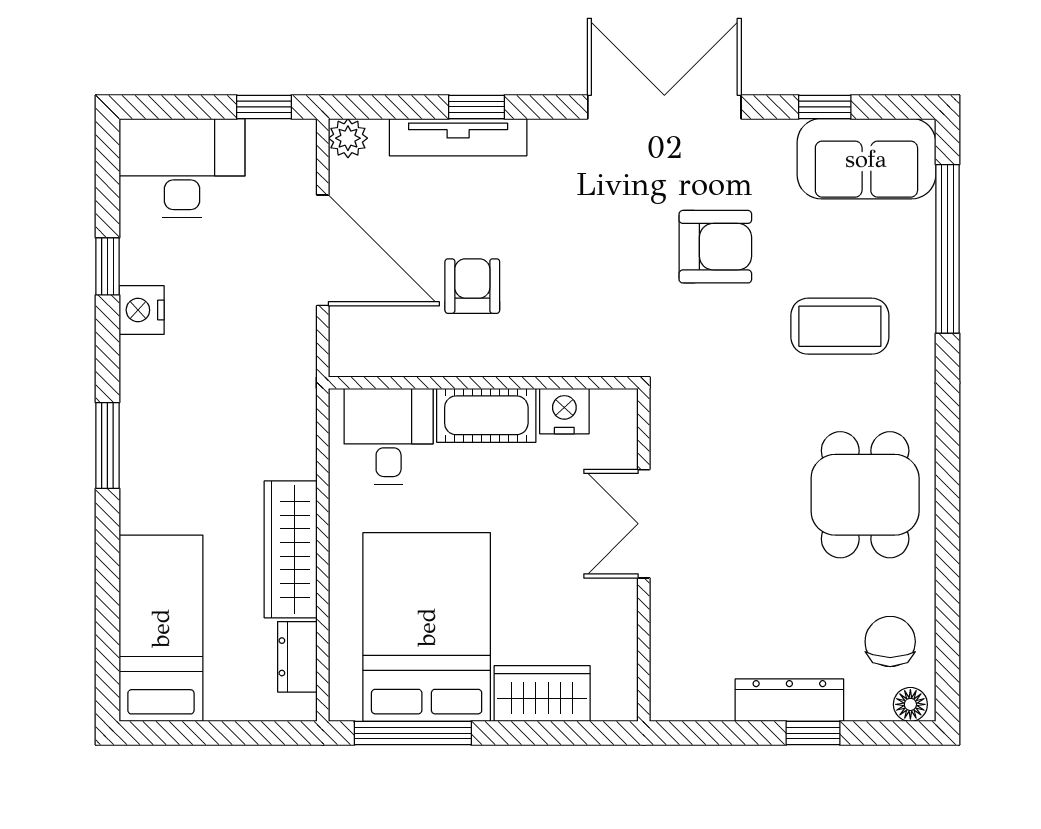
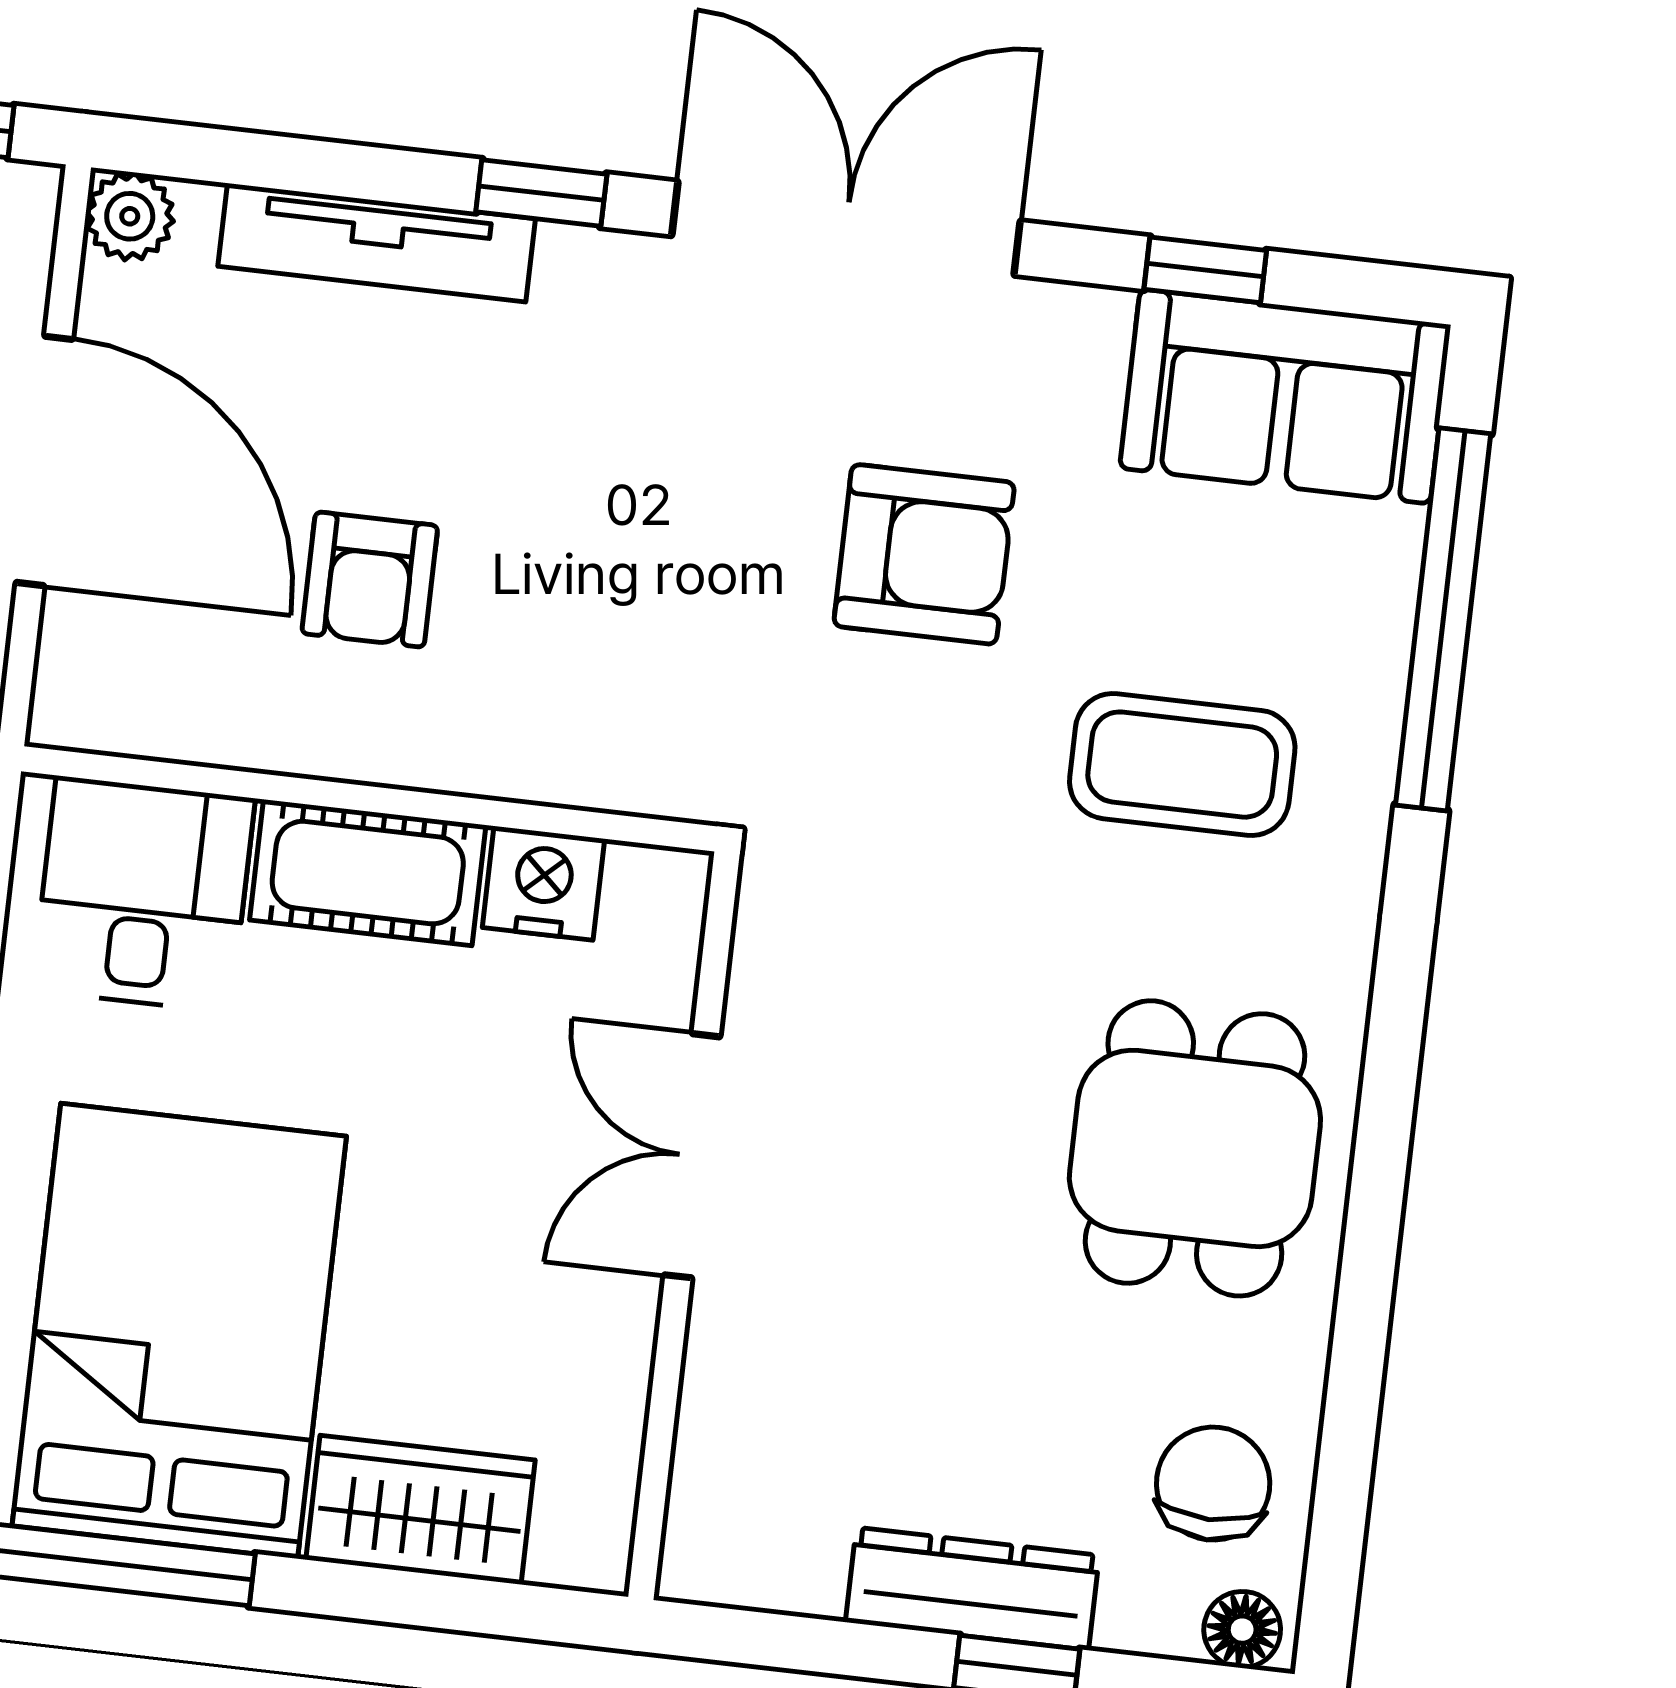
window: (476, 107) -> (541, 193), moved
armchair: (472, 286) -> (370, 580), turned 180

